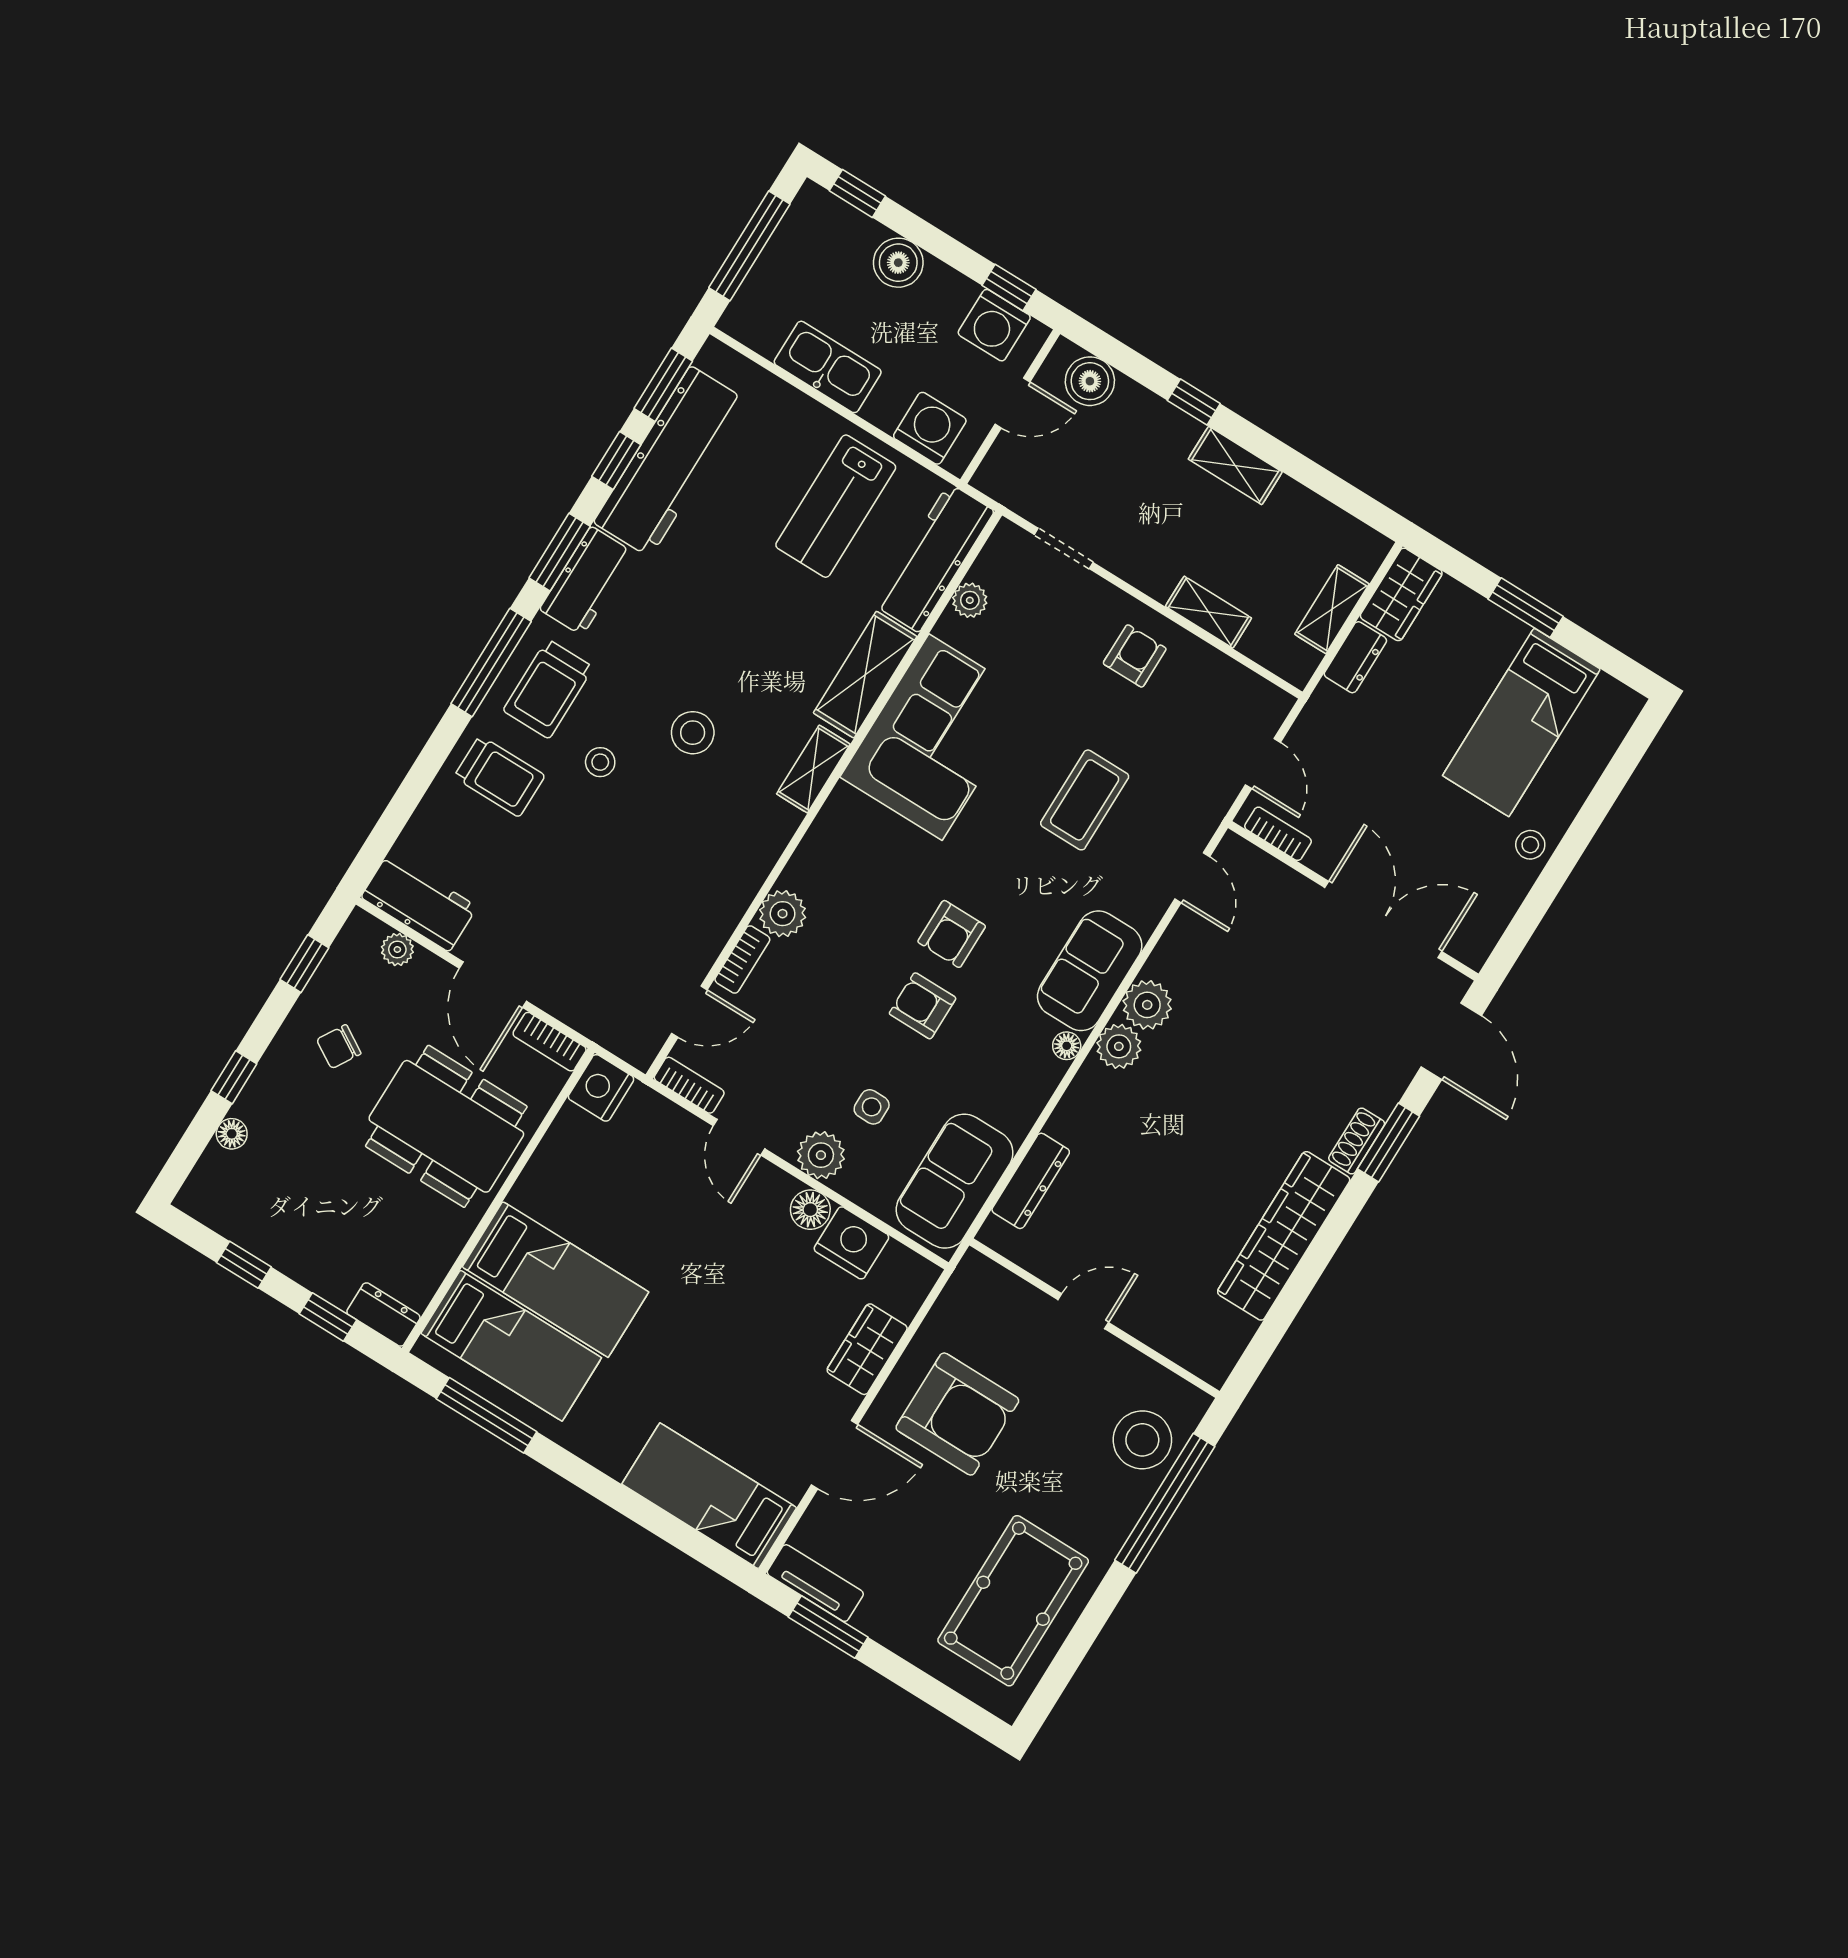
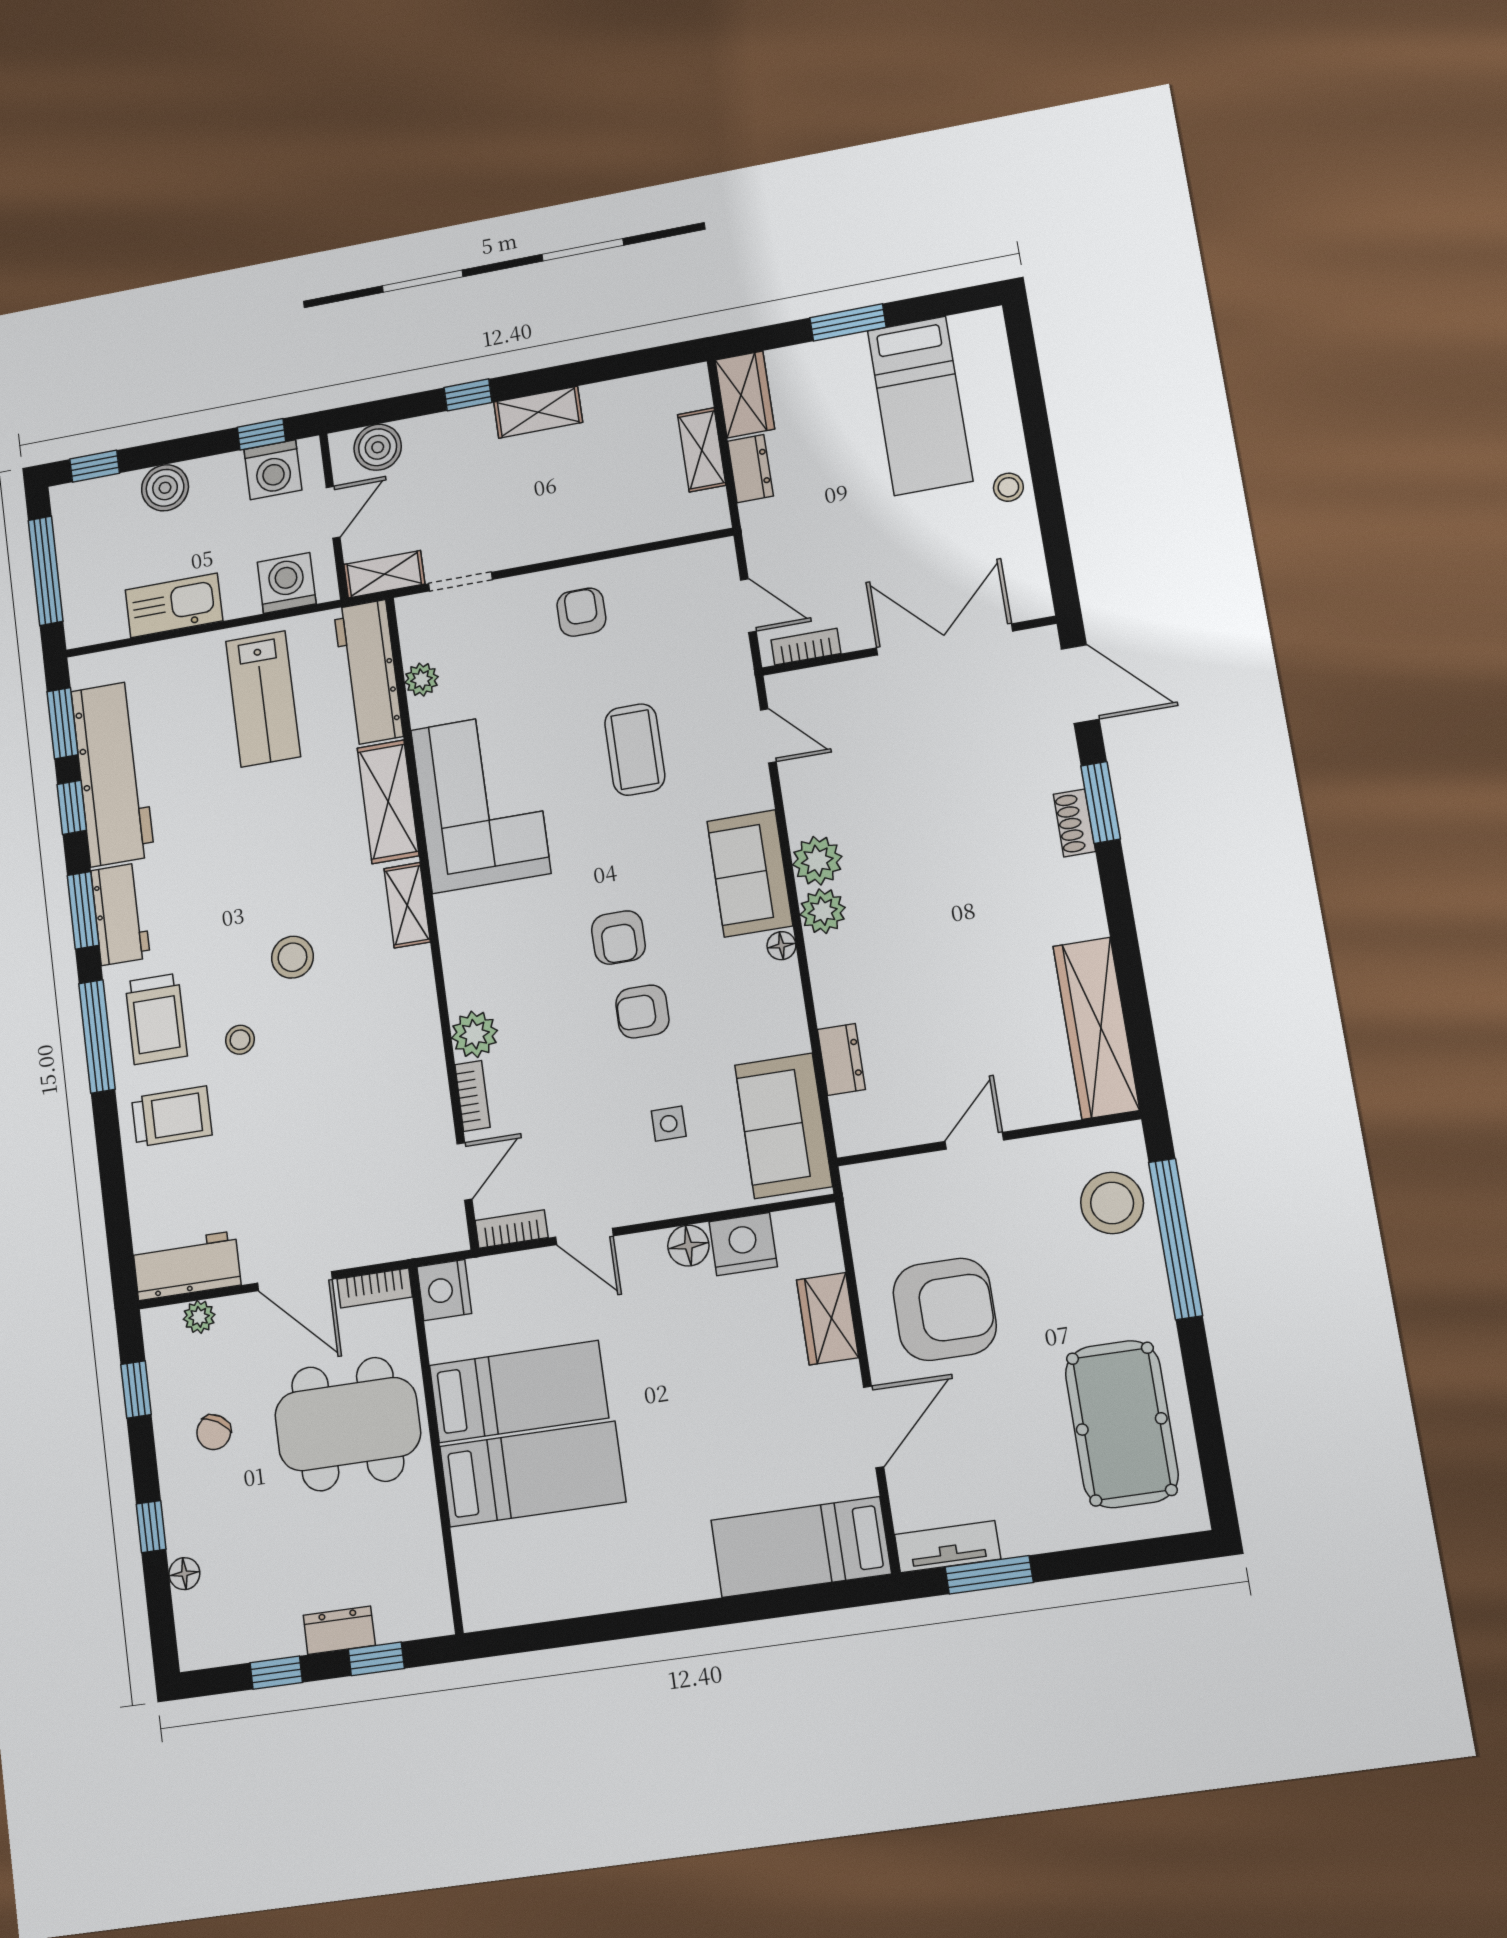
shelving: (1208, 612) -> (384, 574), moved
plant: (821, 1155) -> (661, 1195), removed
dresser: (1031, 1181) -> (841, 1060), width x0.70
wardrobe: (1284, 1236) -> (1096, 1028), moved
dresser: (383, 1315) -> (339, 1630), moved
bed: (511, 1346) -> (519, 1392), moved
window: (487, 1415) -> (567, 1633), removed

